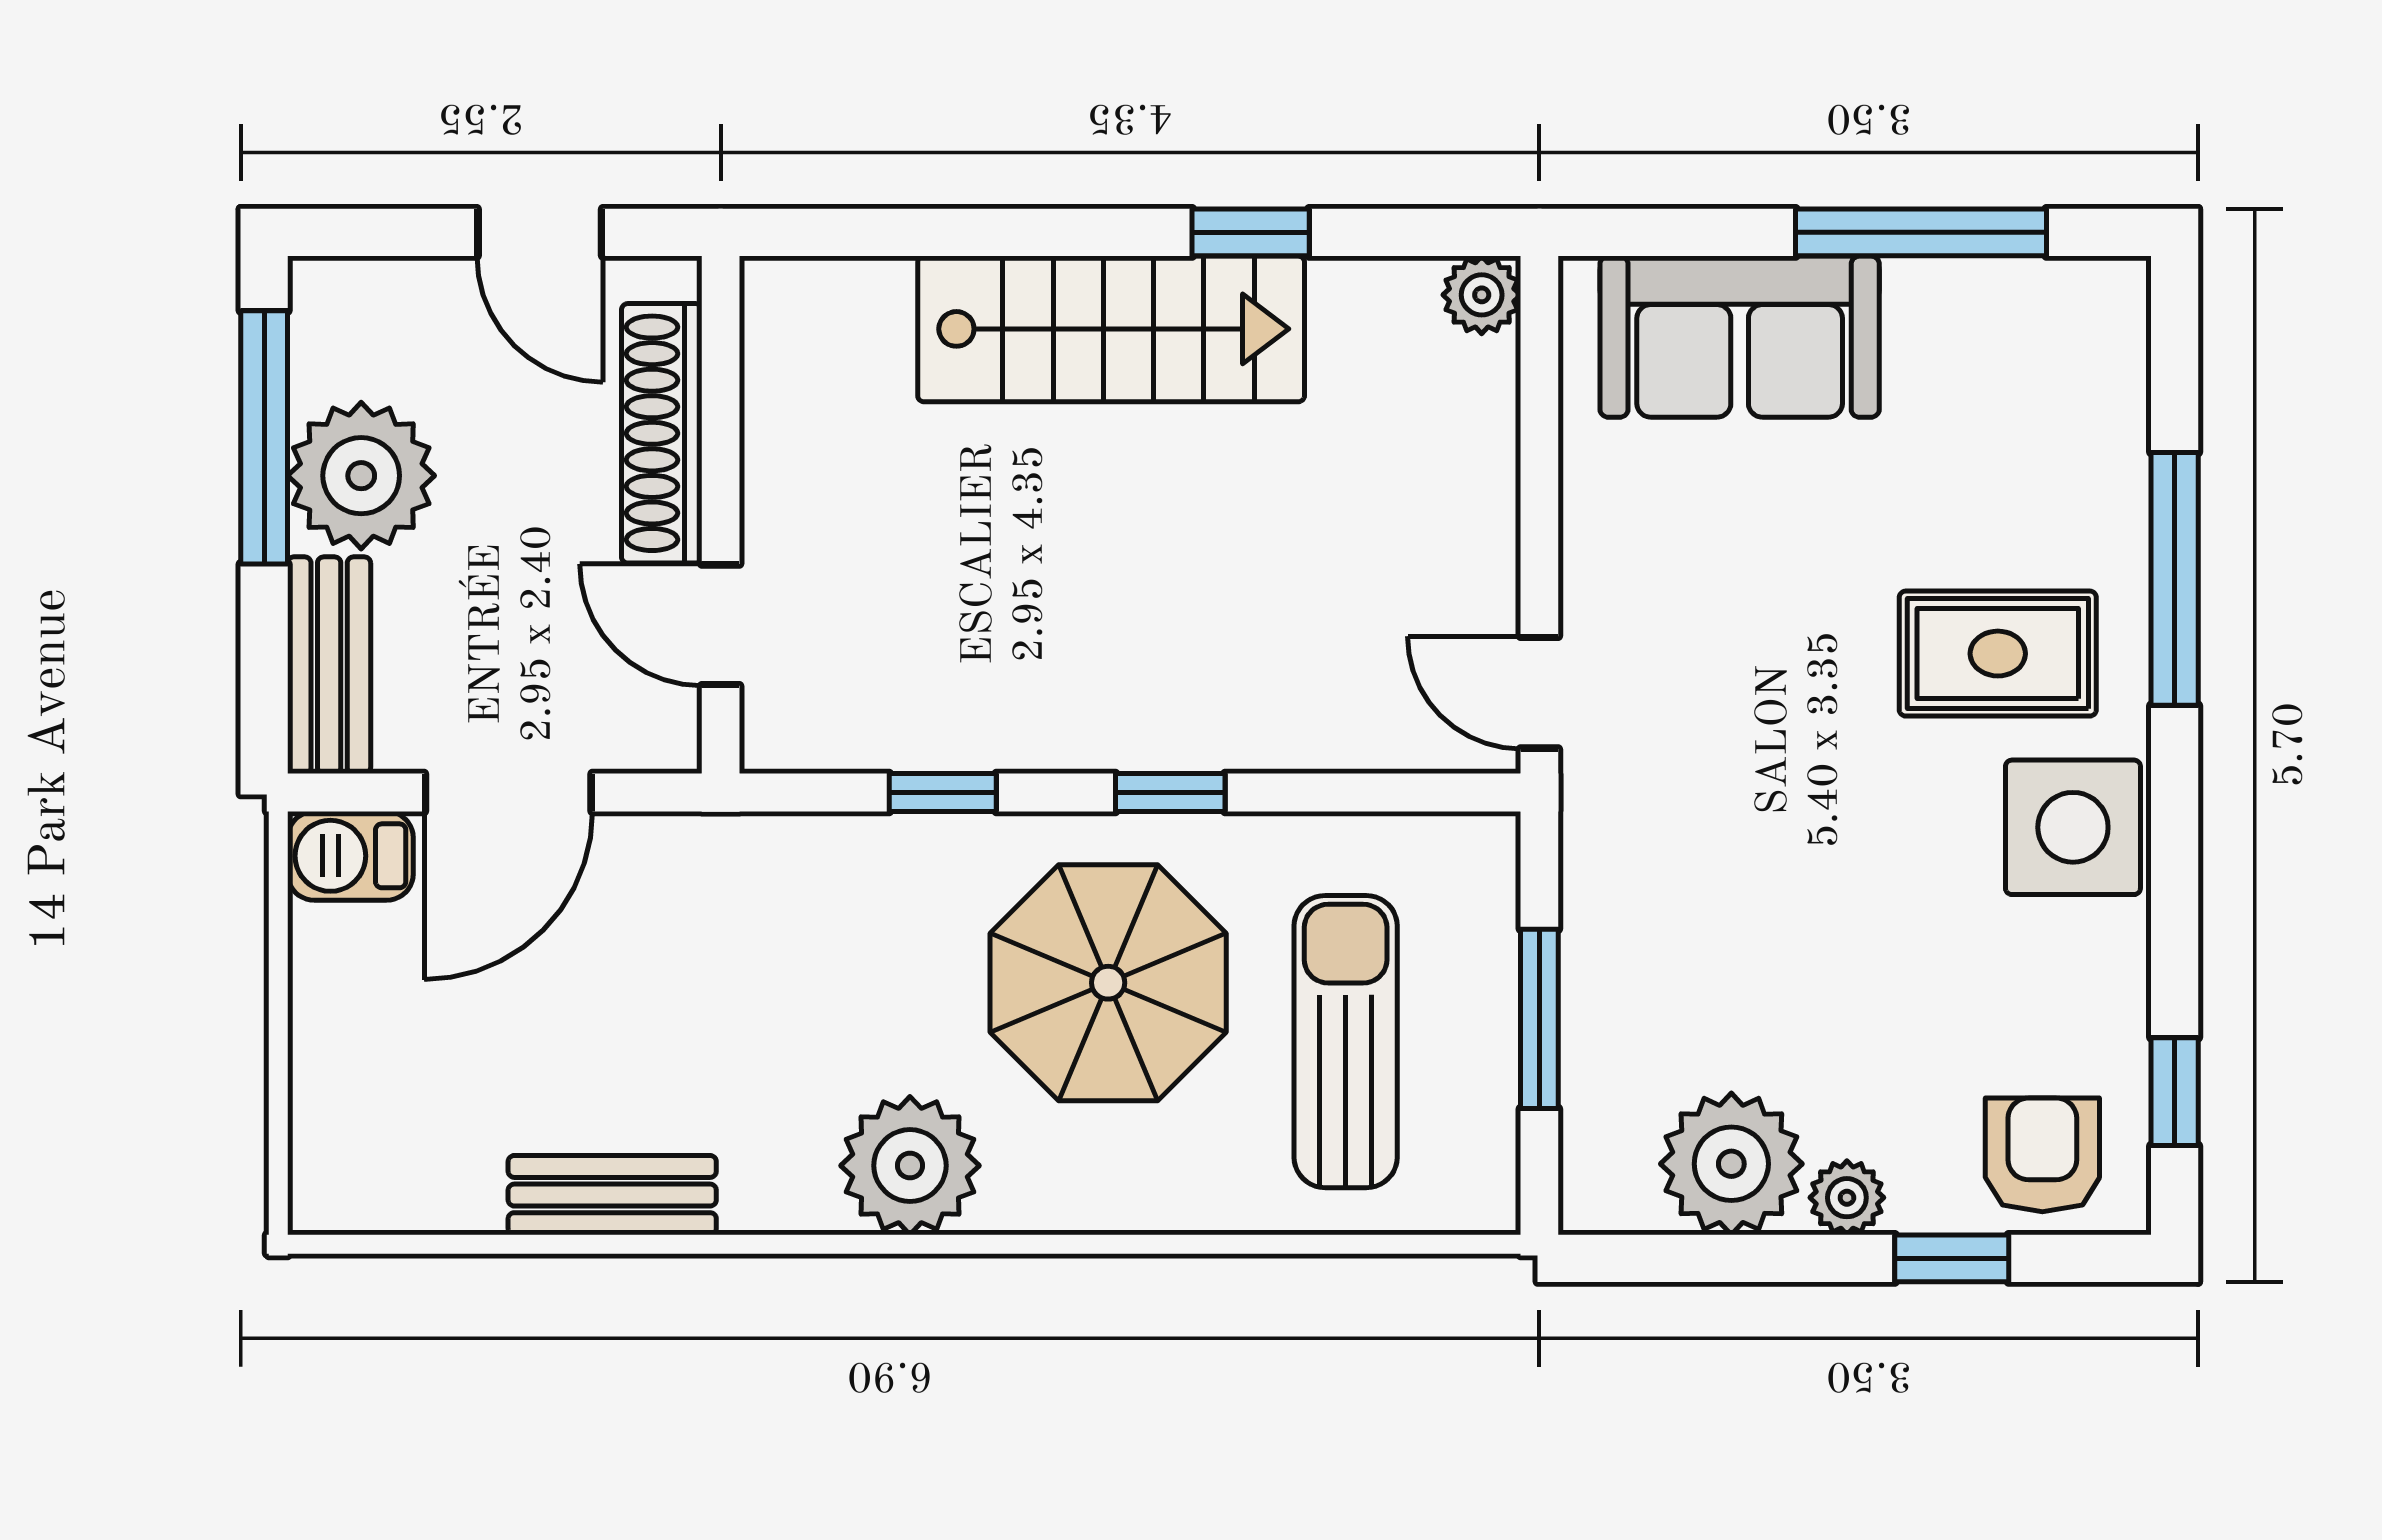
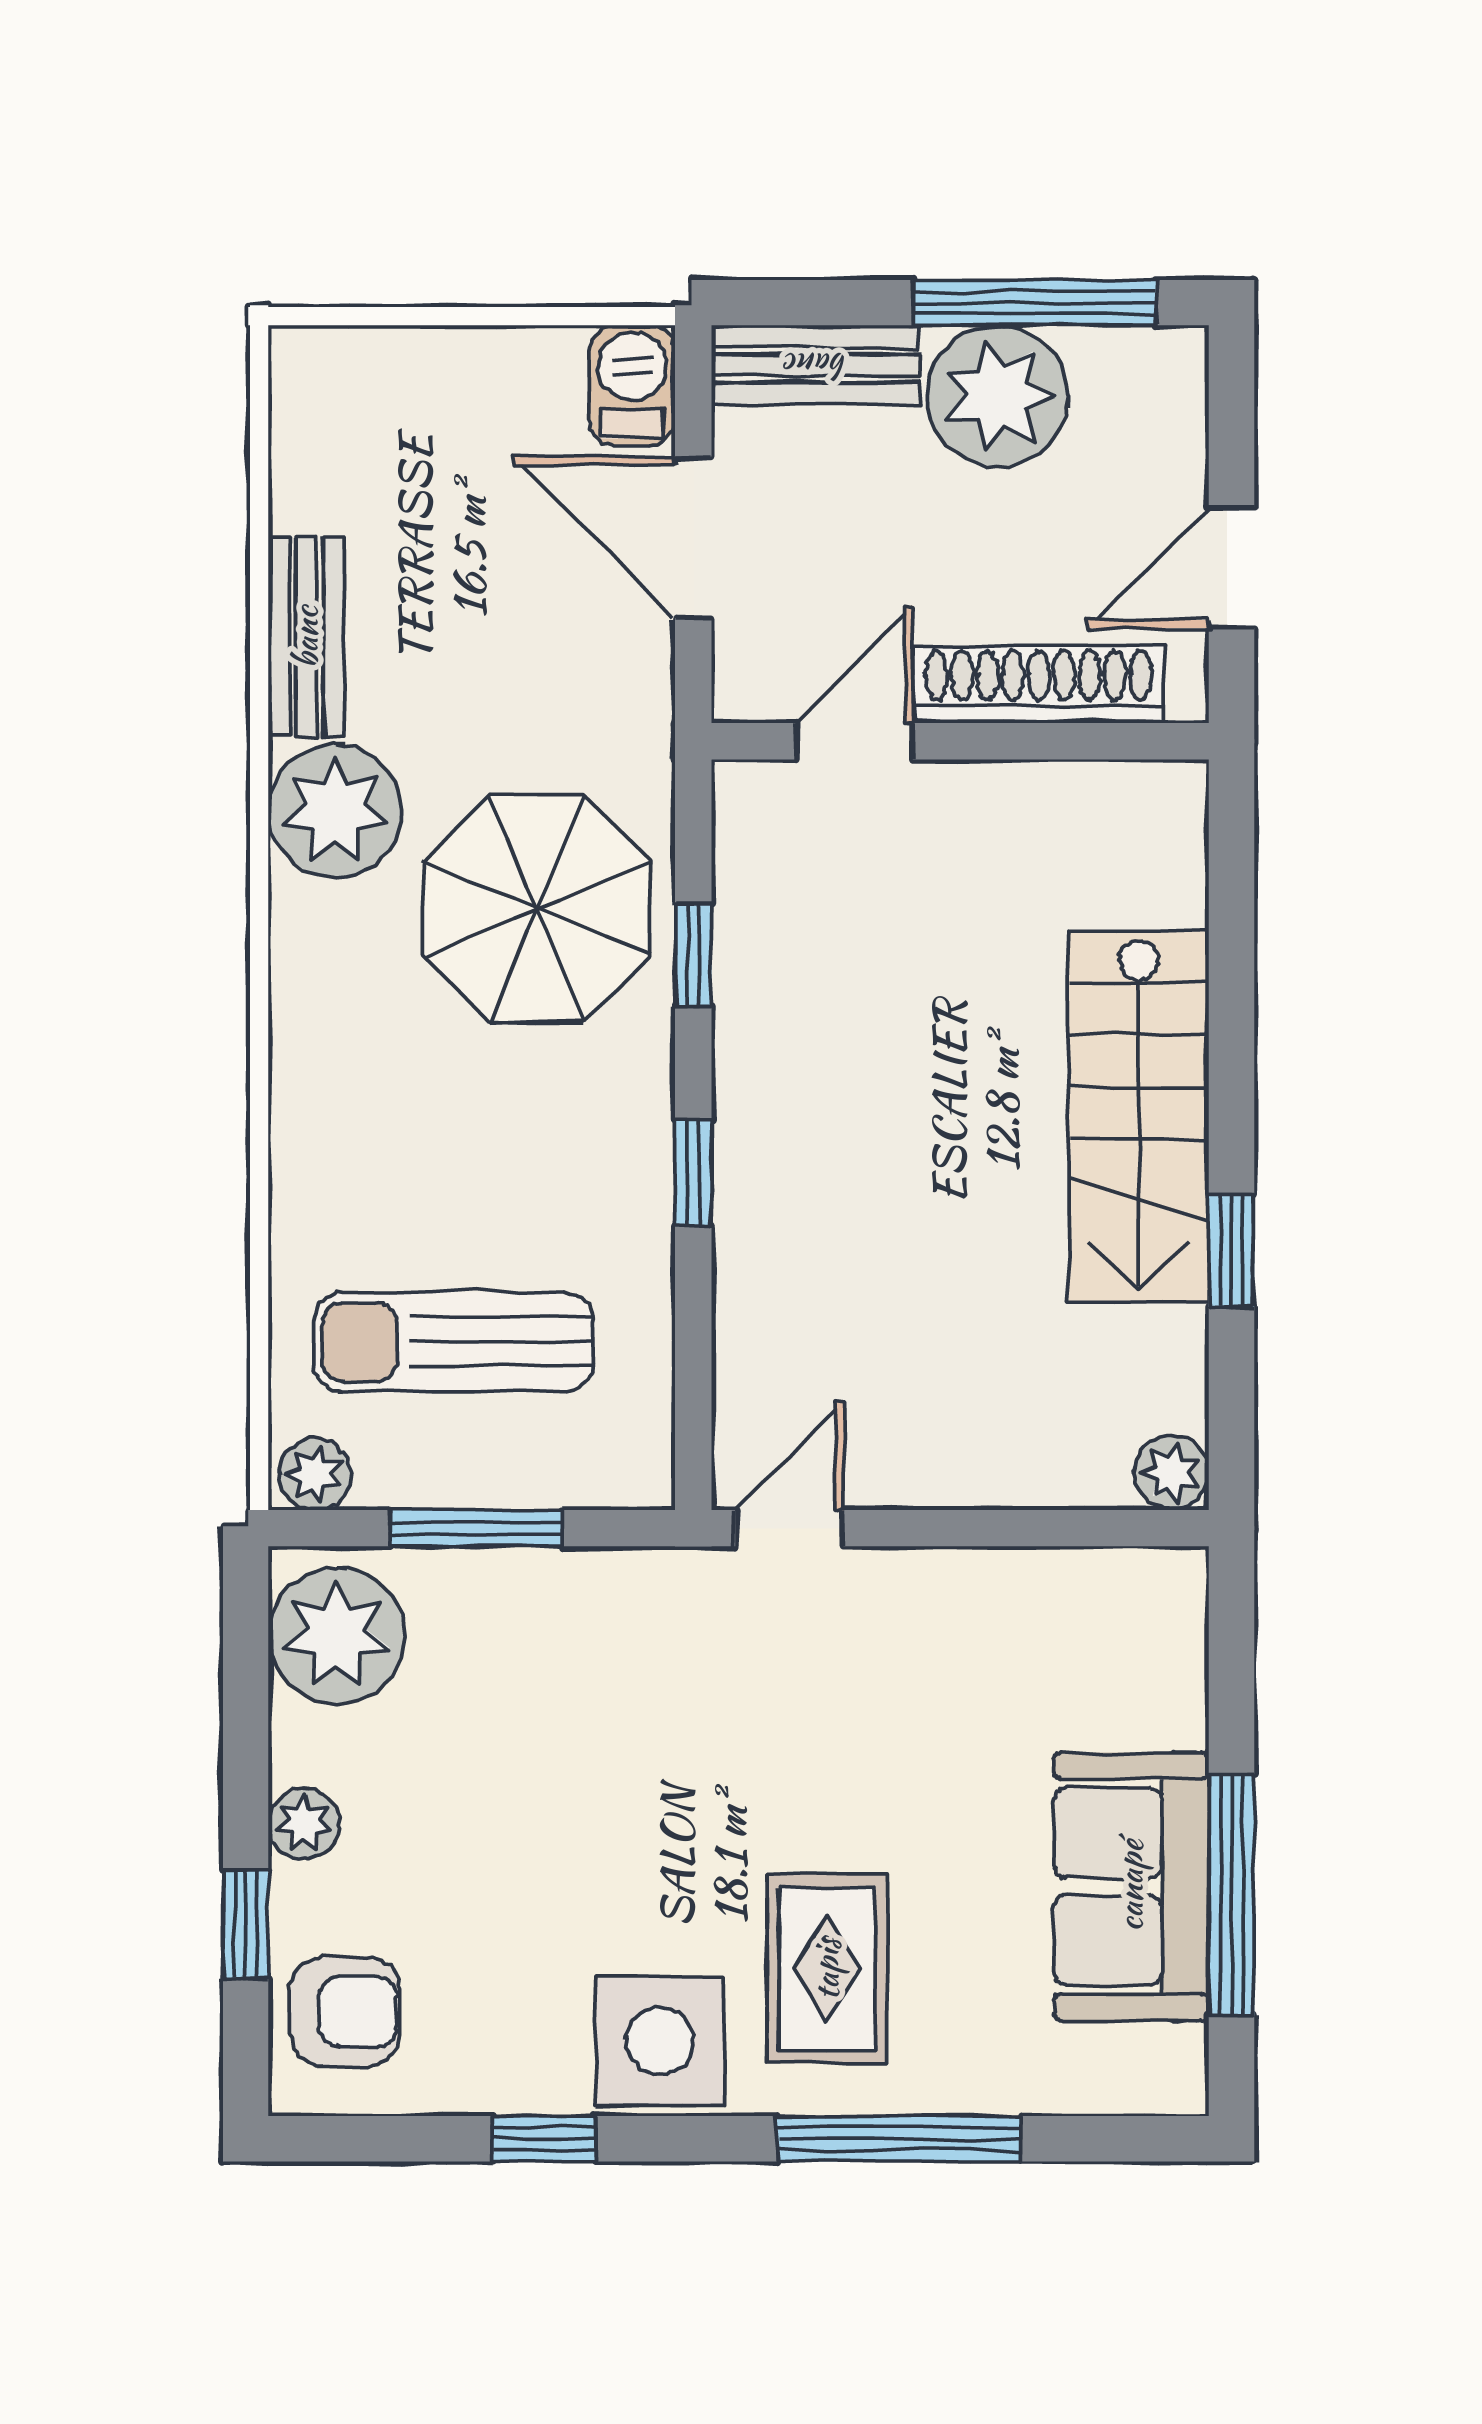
sofa: (1740, 337) -> (1131, 1886), moved
parasol: (1108, 983) -> (537, 909), moved
sun lounger: (1346, 1042) -> (454, 1342), turned 180
window: (2175, 1092) -> (544, 2139), moved
plant: (1731, 1164) -> (336, 1636), moved
plant: (910, 1166) -> (335, 811), moved
plant: (1483, 1186) -> (315, 1474), added

